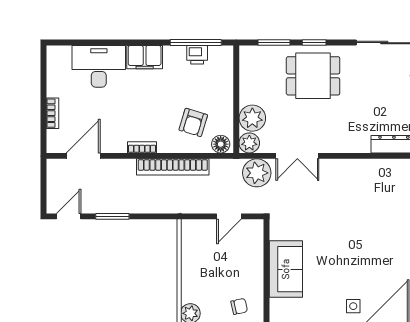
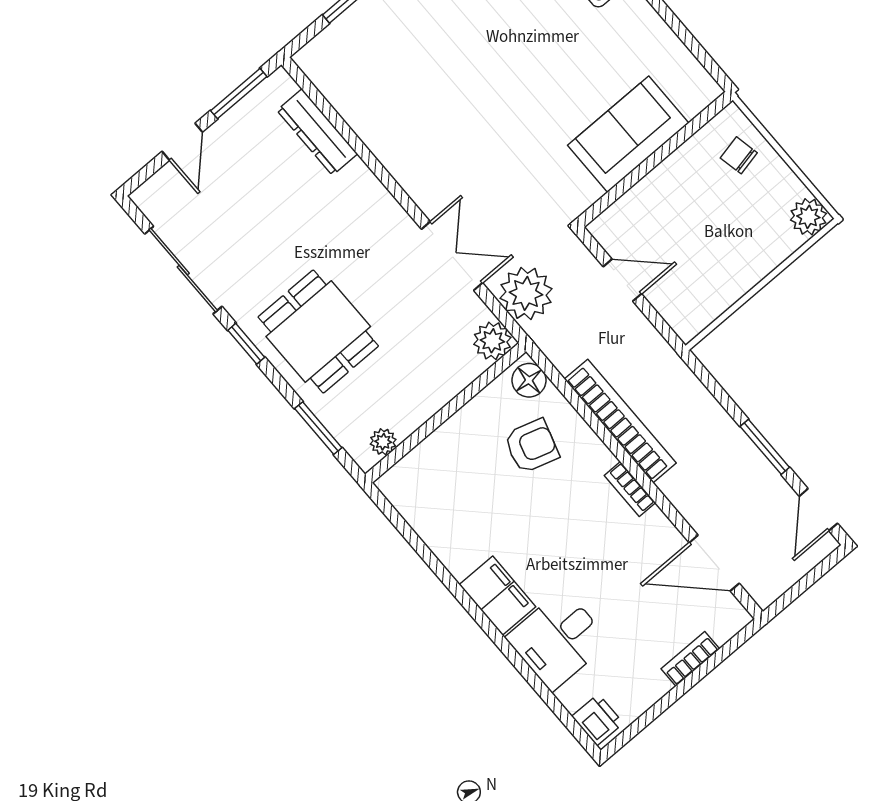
window: (196, 43) -> (414, 540), removed
window: (314, 43) -> (246, 344), moved
printer: (197, 55) -> (598, 720), moved
desk: (99, 66) -> (558, 640), width x0.73
plant: (252, 118) -> (383, 442), moved, width x0.53, depth x0.53
door: (69, 216) -> (818, 510), hinge flipped

